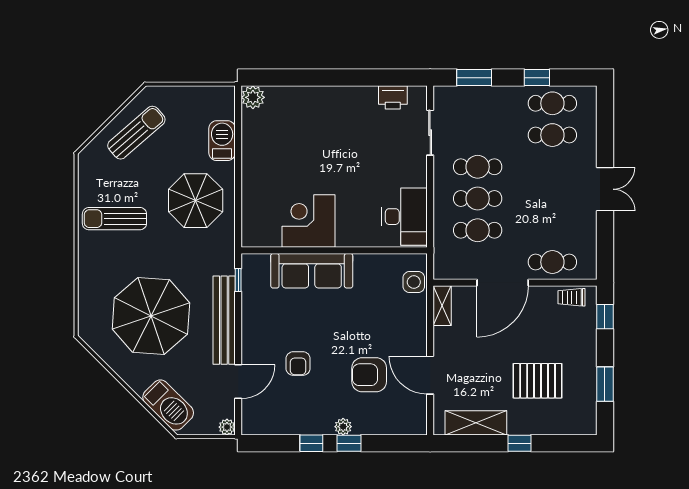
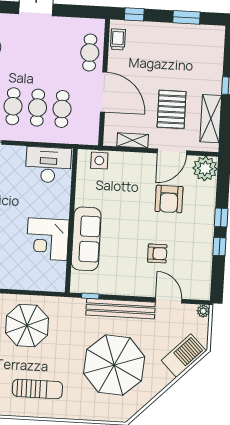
sun lounger: (114, 219) -> (37, 389), turned -90
trolley: (571, 297) -> (118, 39), turned 180
shelving: (442, 306) -> (133, 140), moved
pallet: (538, 381) -> (172, 109), moved
plant: (343, 427) -> (205, 169), moved, width x1.88, depth x1.88

